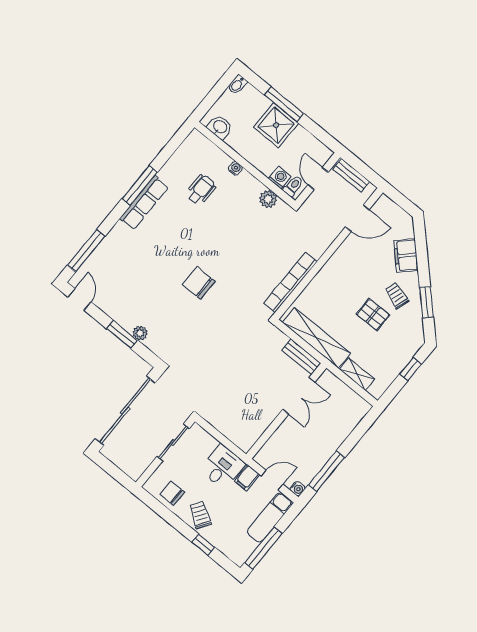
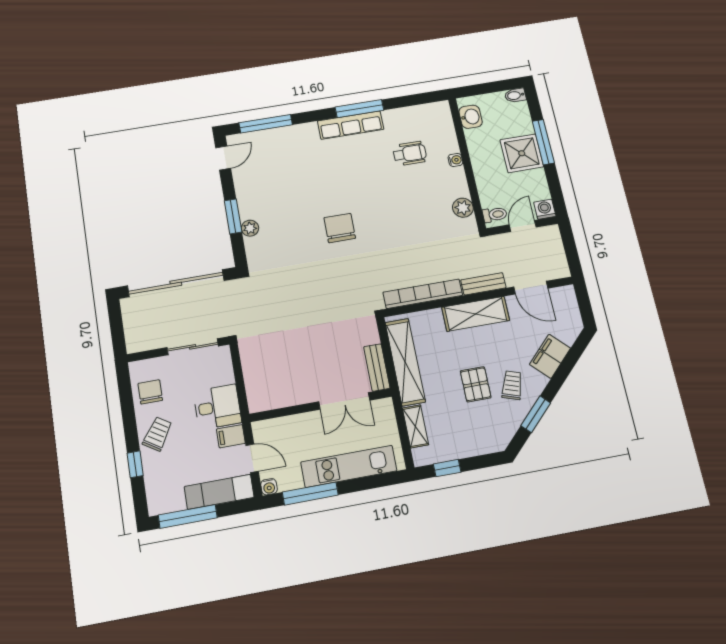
bench: (351, 175) -> (483, 284), moved, turned 90
washing machine: (280, 178) -> (545, 209), moved, turned -90
shelving: (336, 267) -> (476, 314), added
window: (411, 369) -> (447, 468), moved
kitchen unit: (336, 435) -> (349, 466), added

